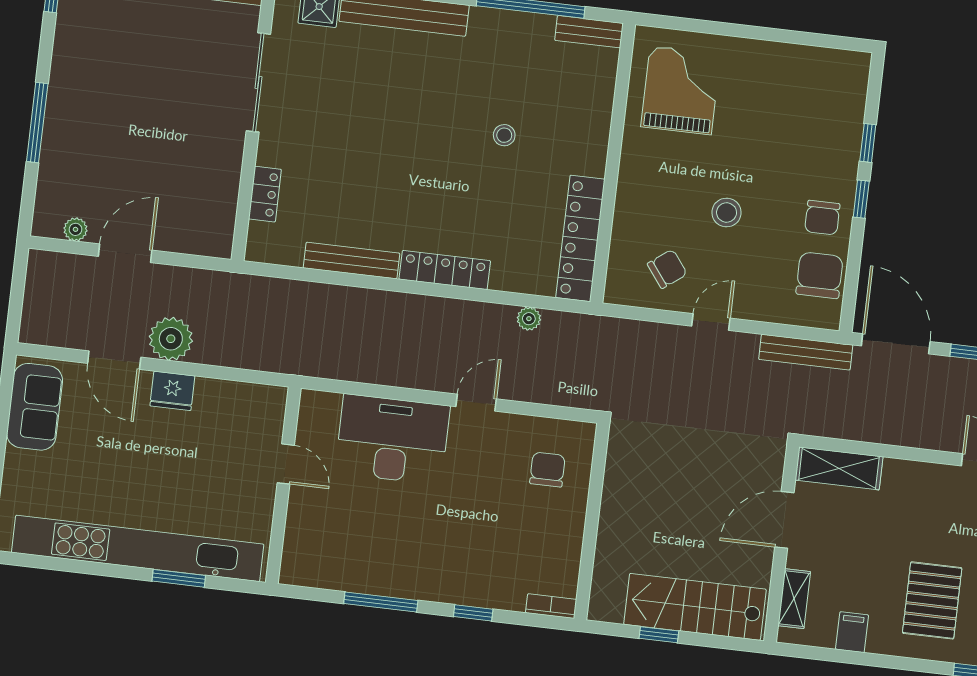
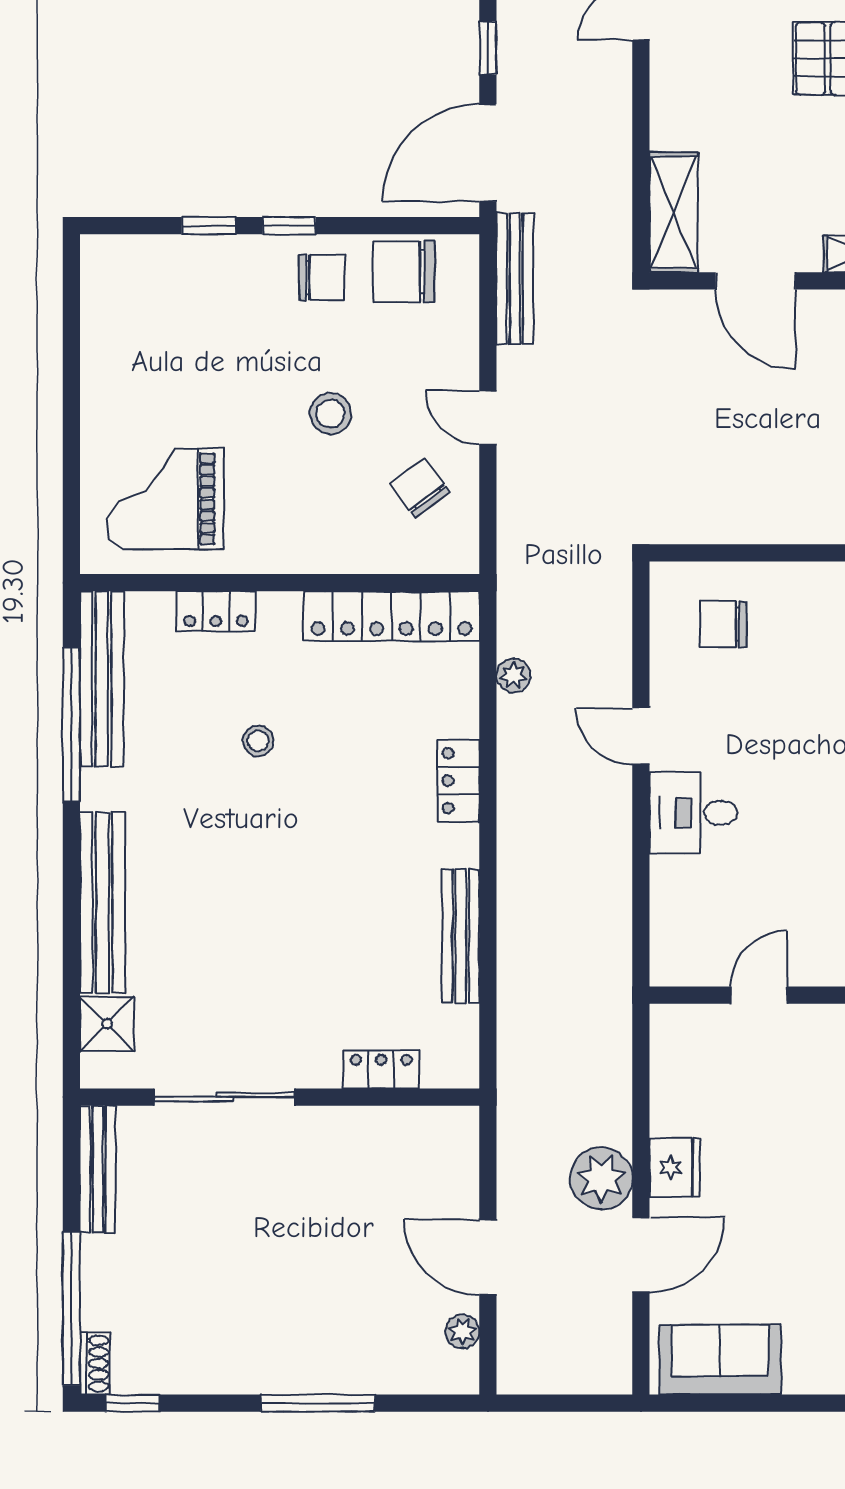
bench: (589, 32) -> (102, 679), width x1.86, depth x1.21
locker: (598, 116) -> (216, 611), added
locker: (445, 270) -> (459, 781), width x0.66
desk: (392, 439) -> (693, 813), width x0.53, depth x0.77

